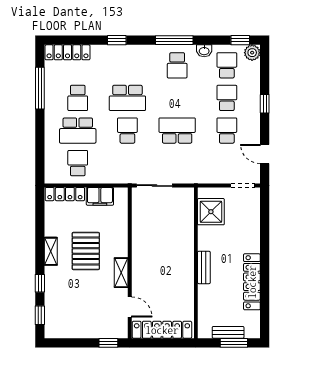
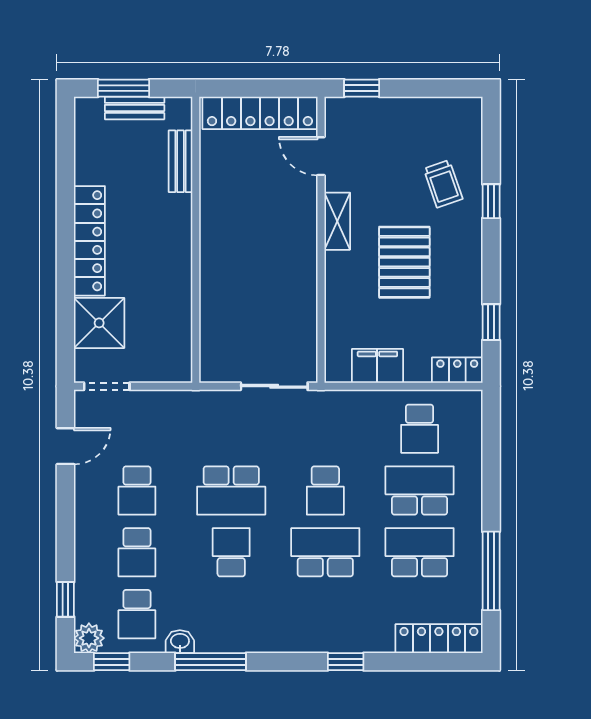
window: (174, 40) -> (211, 662), moved
school desk: (177, 65) -> (231, 552), moved
school desk: (78, 98) -> (420, 552), width x1.85
window: (265, 104) -> (65, 599), moved
door: (265, 154) -> (65, 446), hinge flipped
locker: (65, 194) -> (457, 370), width x0.66
shower: (211, 212) -> (99, 323), moved
shelving: (51, 251) -> (470, 261), removed
bench: (204, 267) -> (181, 161), moved
locker: (252, 282) -> (89, 241), moved
trolley: (65, 292) -> (443, 184), added
window: (40, 315) -> (491, 322), moved

